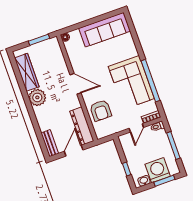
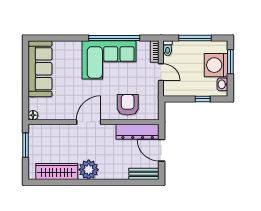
armchair: (101, 110) -> (128, 105), turned -90

